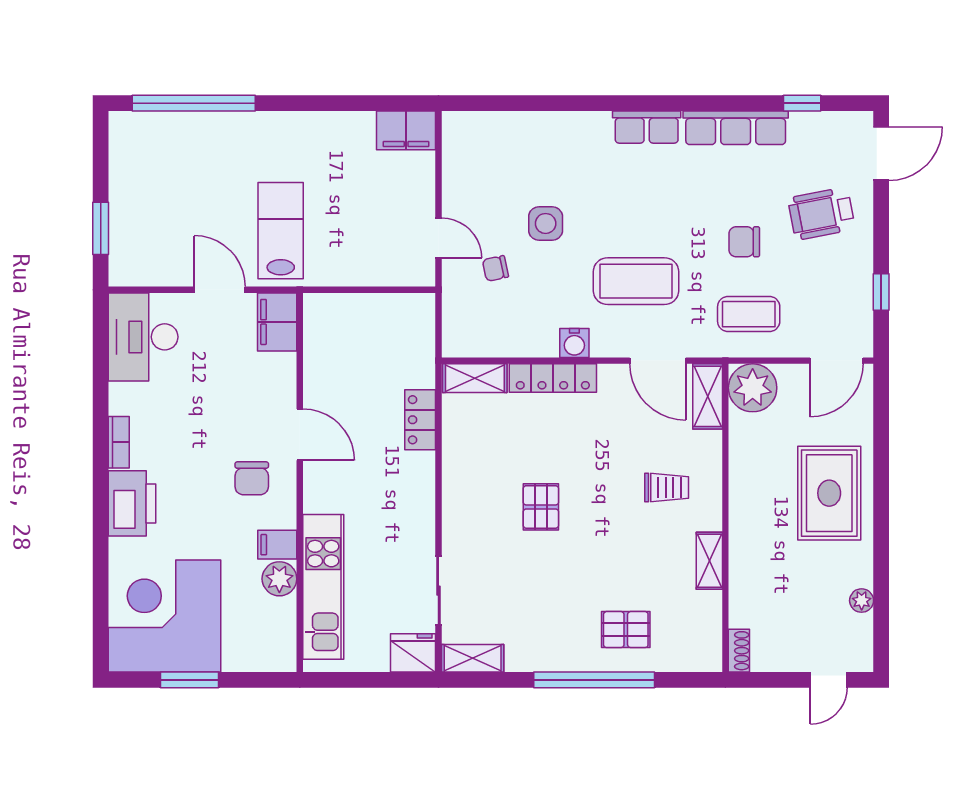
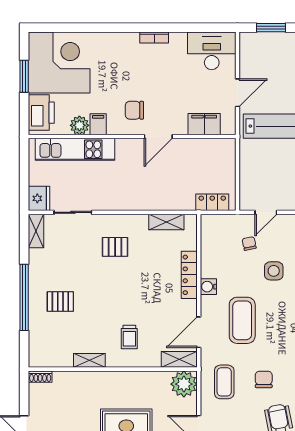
filing cabinet: (277, 322) -> (204, 124), moved
shelving: (475, 378) -> (166, 222), moved, turned 90
locker: (420, 420) -> (212, 202), moved
printer: (132, 503) -> (41, 113), moved, turned -90
pallet: (541, 507) -> (115, 247), moved
pallet: (626, 630) -> (60, 302), moved, turned 90

